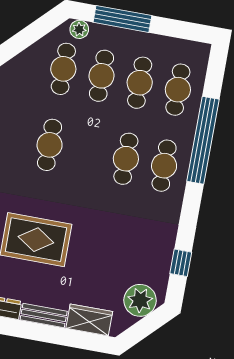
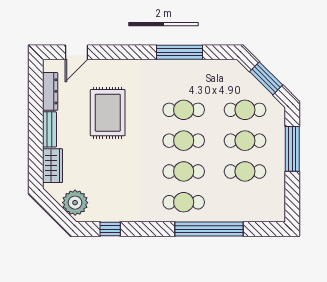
plant: (79, 29) -> (278, 117), removed
window: (29, 35) -> (266, 78), added
cafe table: (178, 90) -> (184, 141), moved

